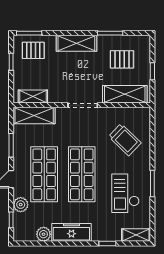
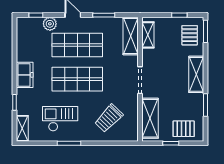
pallet: (122, 59) -> (184, 129), moved, turned 90
freezer: (71, 232) -> (25, 75), width x0.71
plant: (44, 234) -> (23, 44), removed

